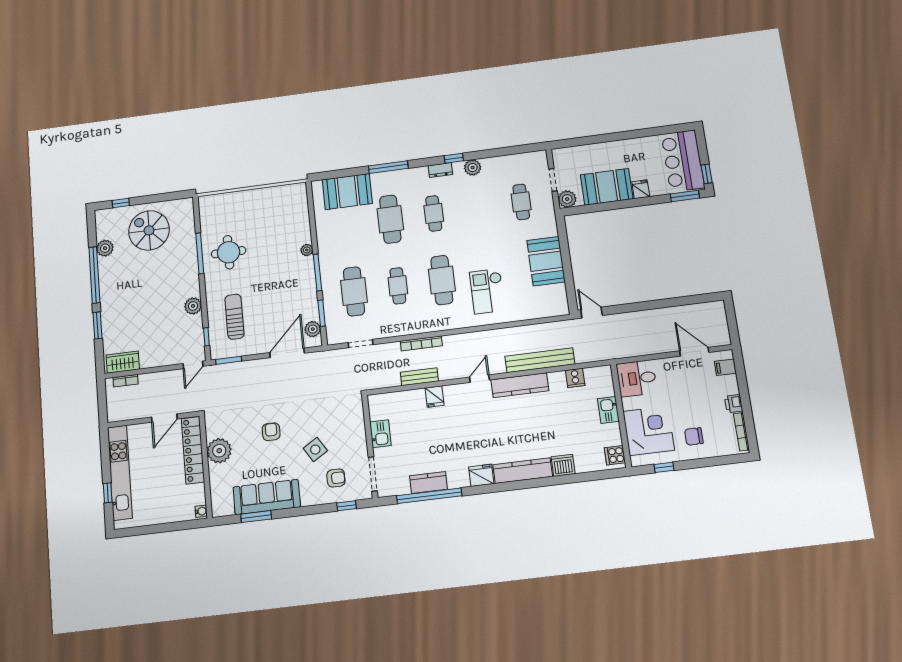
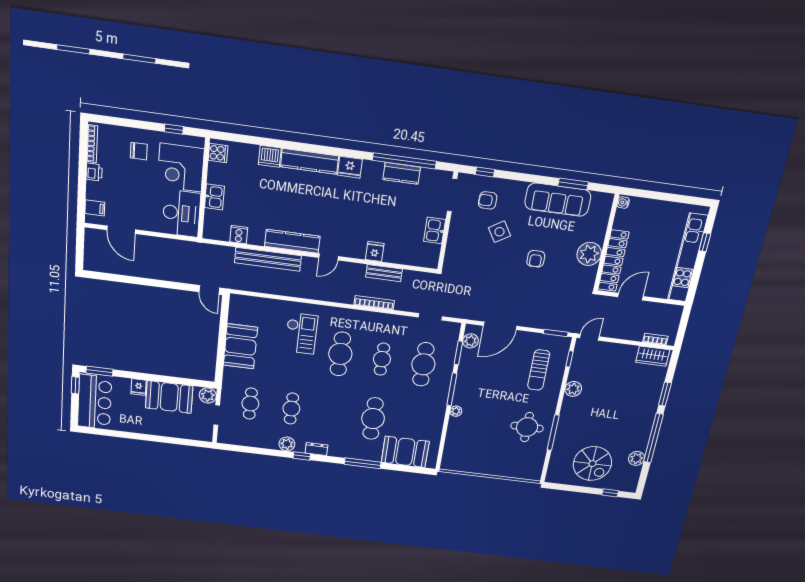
cafe table: (434, 213) -> (291, 409), moved
desk: (637, 378) -> (181, 213), width x1.37

